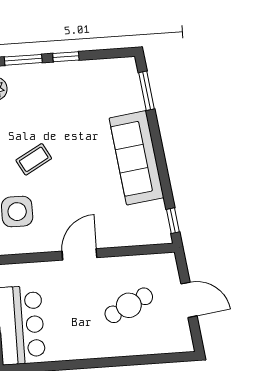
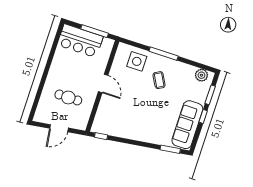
sofa: (136, 158) -> (187, 125), moved, turned -83
cafe table: (129, 305) -> (68, 97), turned -64

